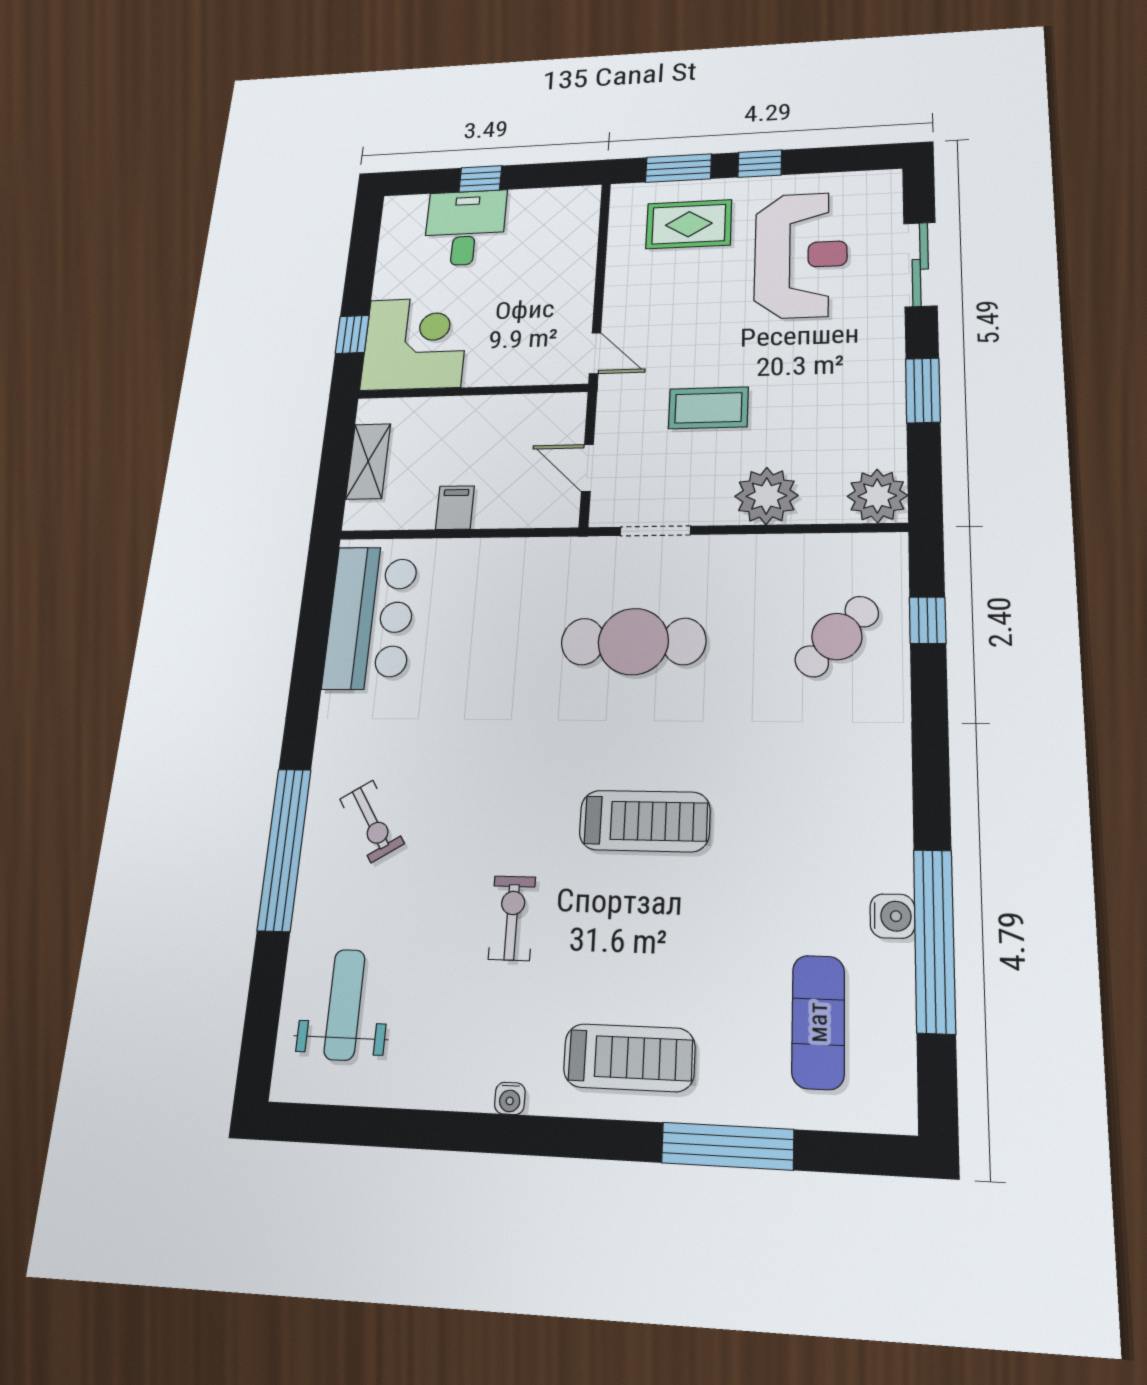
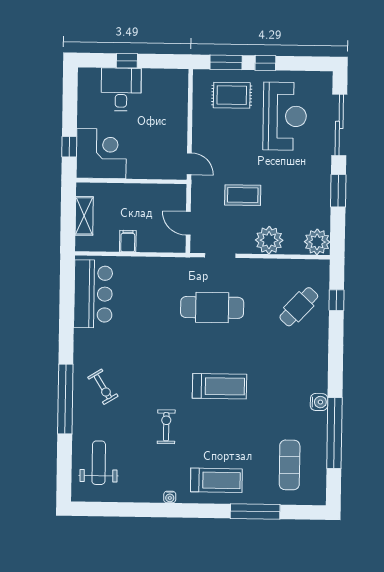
sliding door: (920, 264) -> (339, 125), width x1.37
water cooler: (892, 916) -> (319, 402), moved

